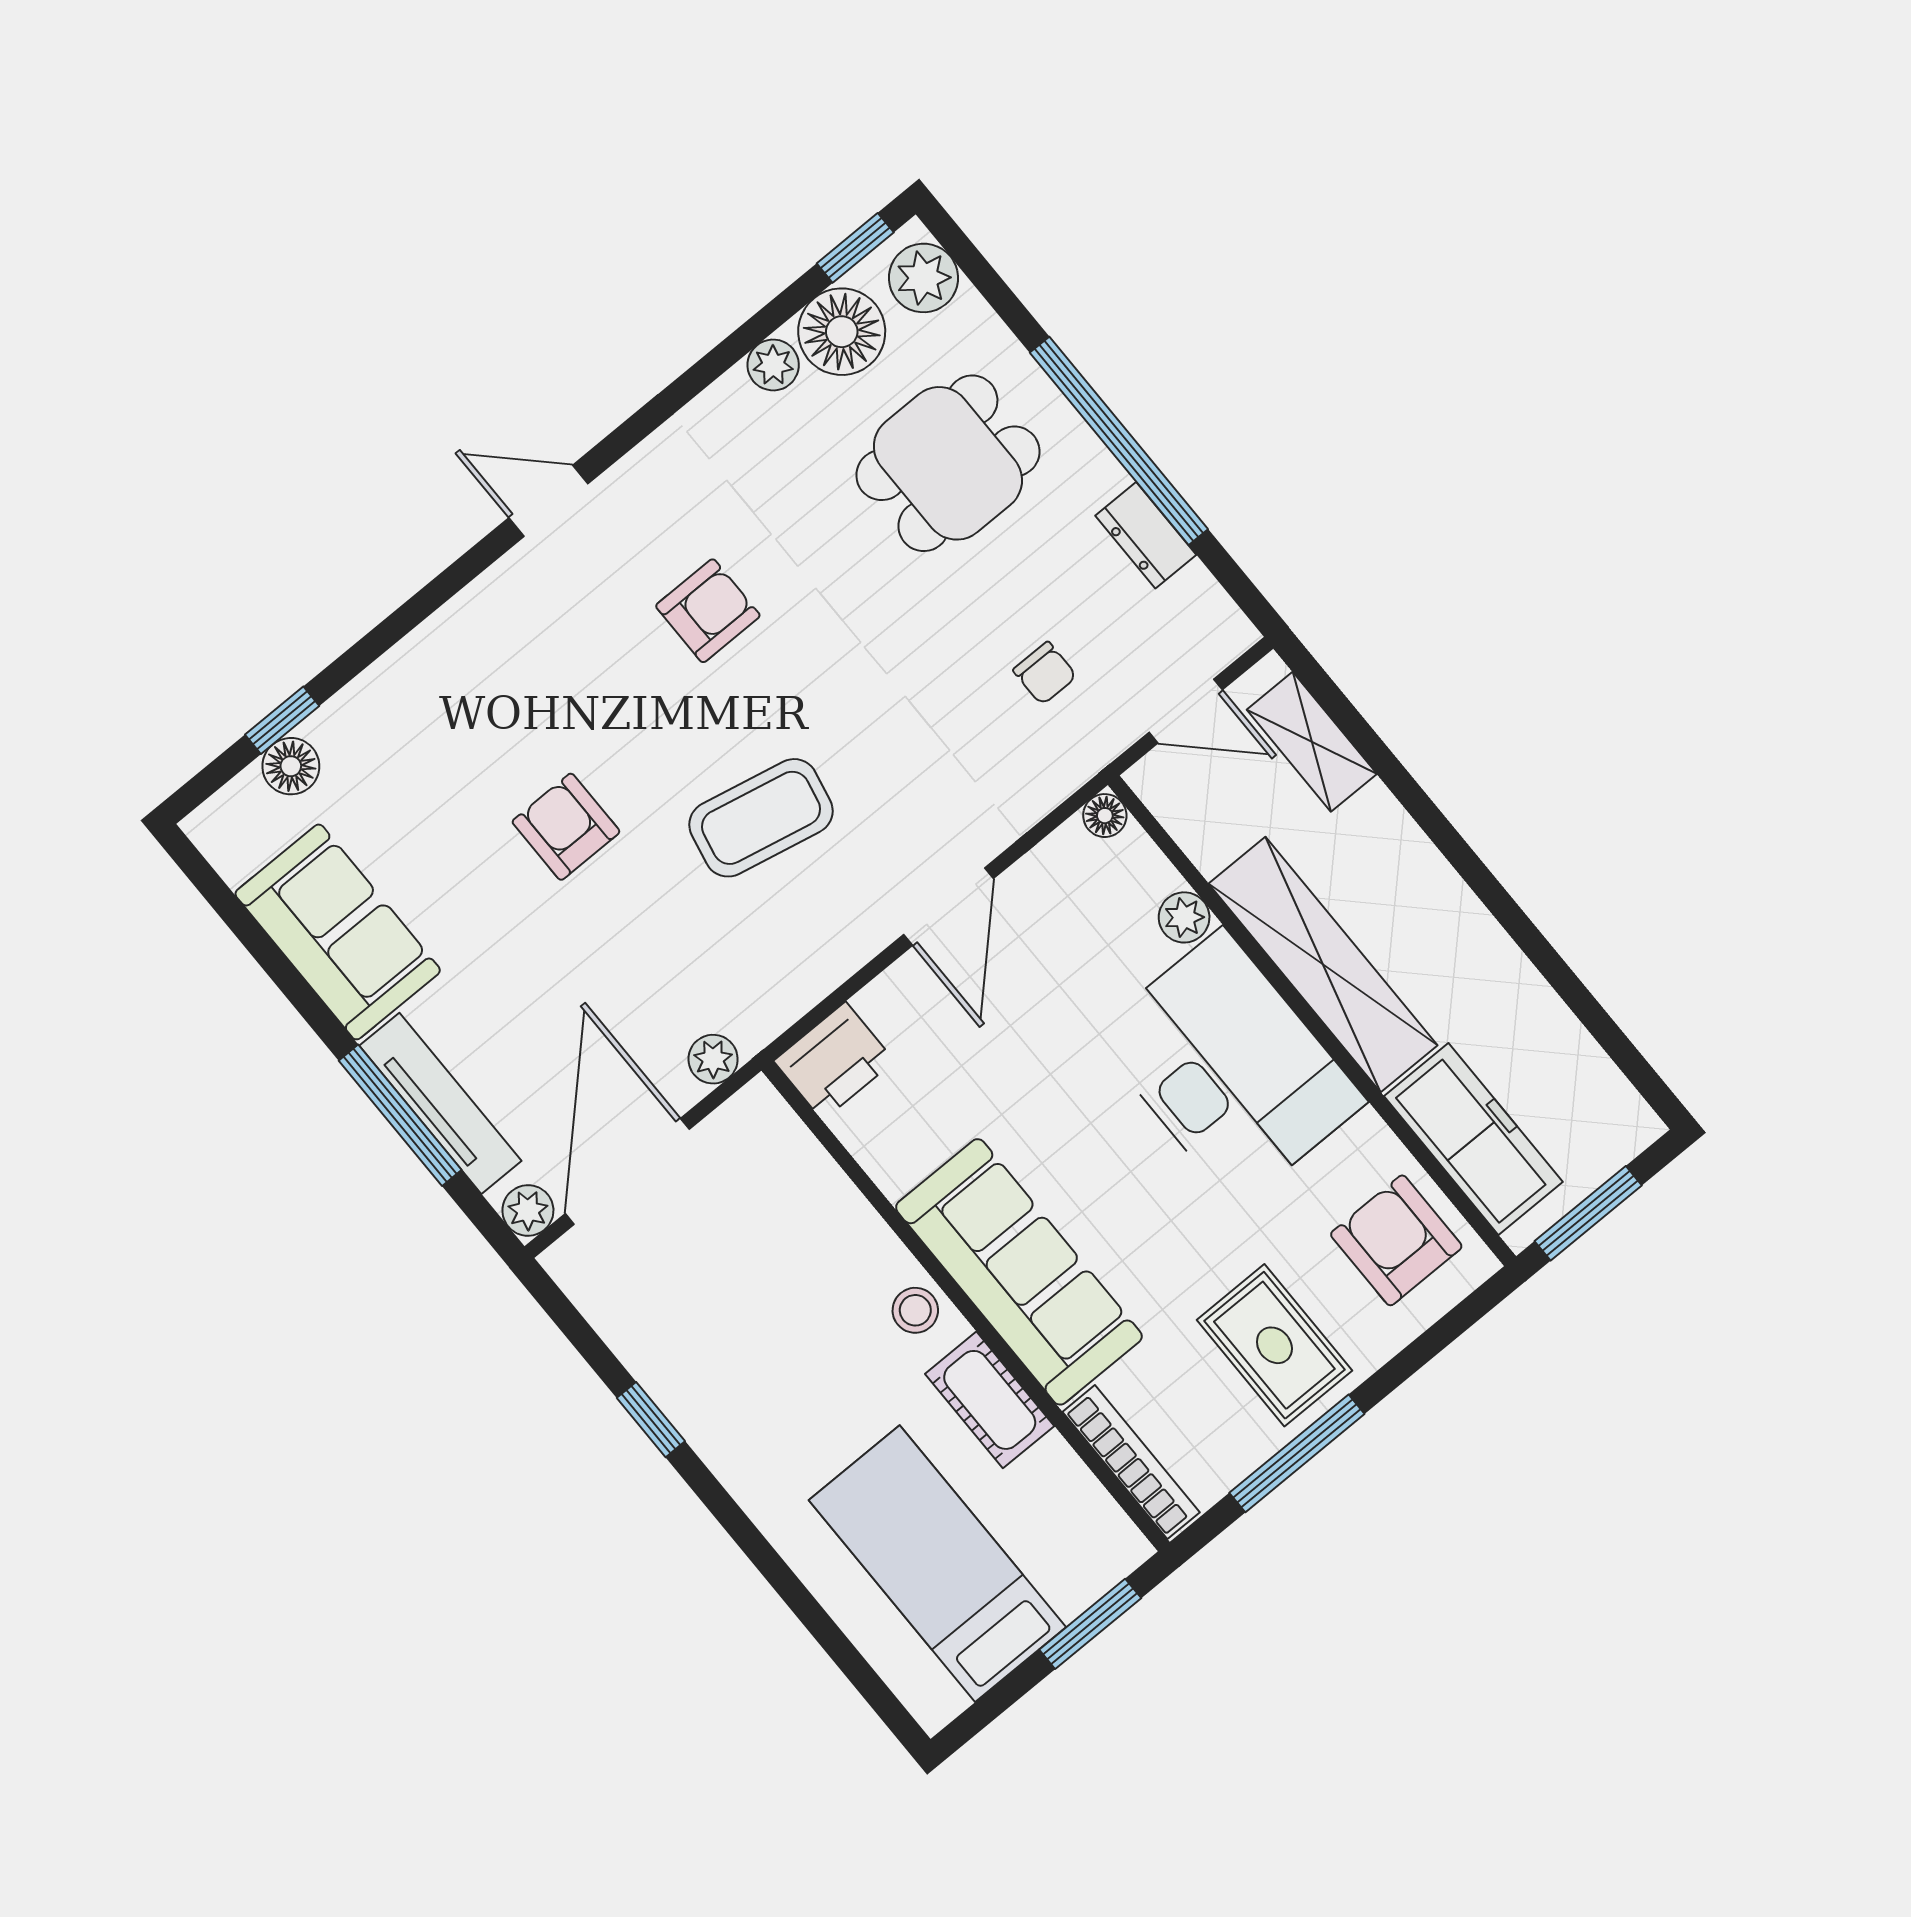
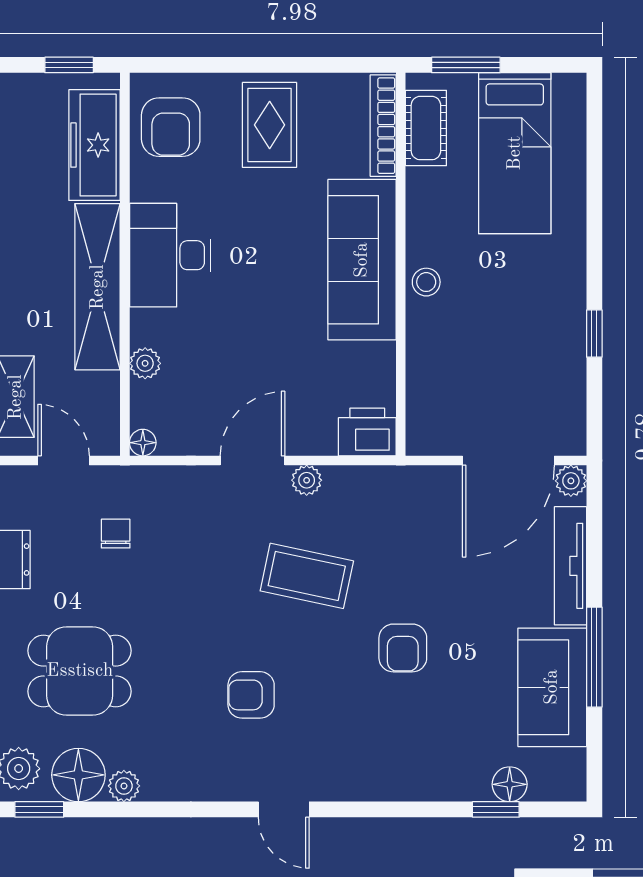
plant: (713, 1059) -> (307, 480), moved
desk: (1230, 1068) -> (170, 255), width x0.73, depth x0.77
window: (400, 1115) -> (594, 657), moved
window: (1588, 1213) -> (69, 65), width x0.67
cot: (990, 1400) -> (426, 128), moved
window: (1297, 1453) -> (301, 65), removed

